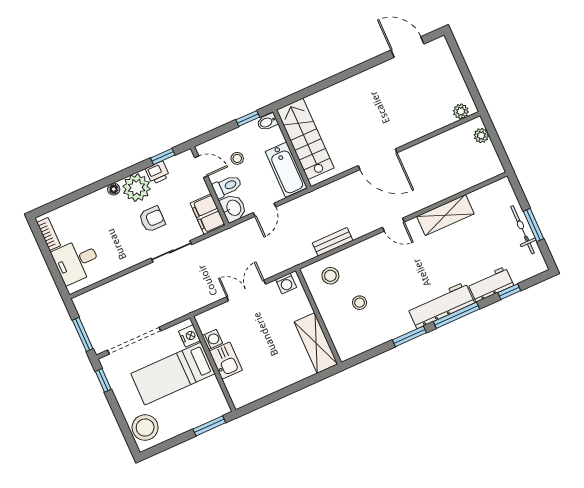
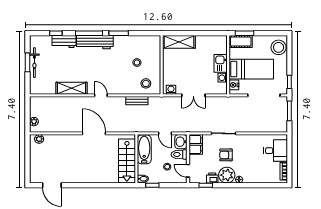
door: (264, 210) -> (165, 133), swing flipped
shelving: (316, 343) -> (179, 42), moved, turned 90
cot: (209, 410) -> (241, 42), added

